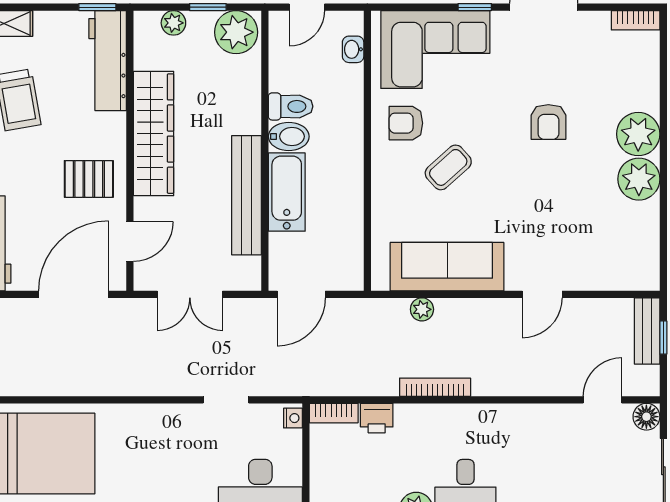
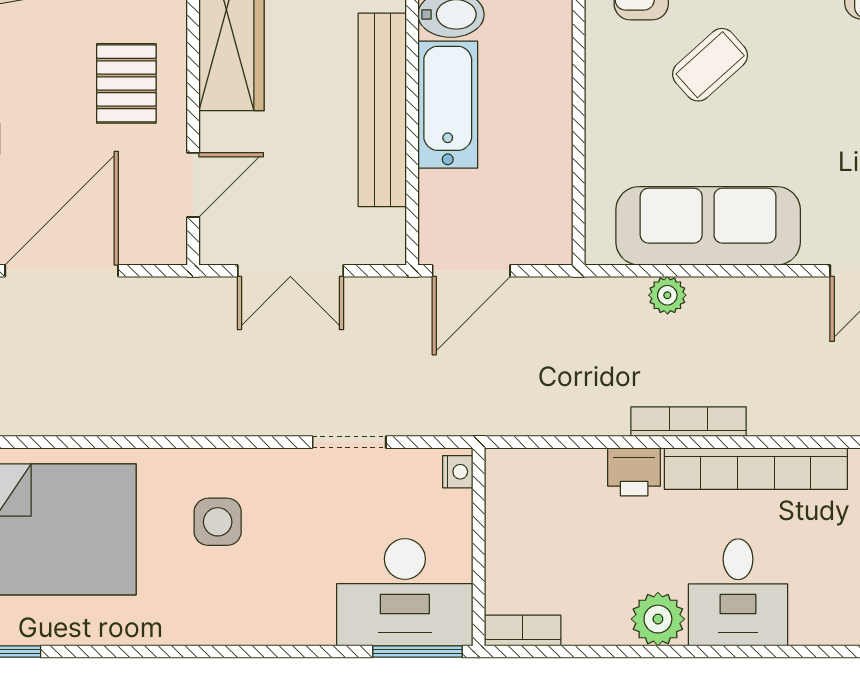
pallet: (89, 179) -> (126, 83), turned 90
door: (74, 294) -> (62, 271), moved
bookcase: (334, 413) -> (756, 469), moved, width x2.31, depth x1.31
printer: (377, 418) -> (634, 472), moved
side table: (145, 449) -> (218, 522), added

